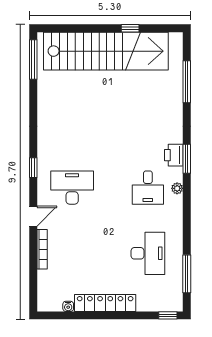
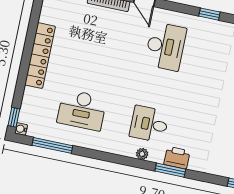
window: (33, 168) -> (209, 14), moved
water cooler: (68, 306) -> (21, 129), moved

